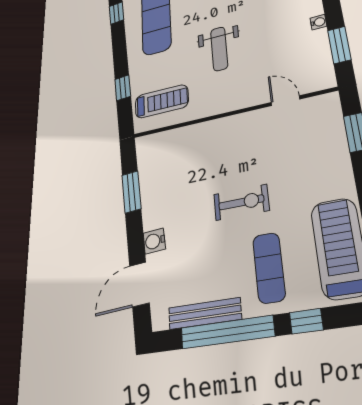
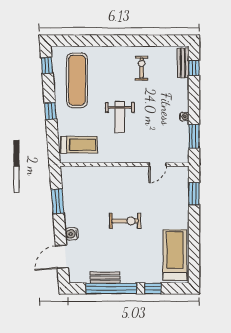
window: (123, 88) -> (50, 111), moved
door: (285, 101) -> (158, 165), swing flipped
exercise mat: (269, 268) -> (137, 259), removed
bench: (205, 313) -> (105, 278), width x0.73

